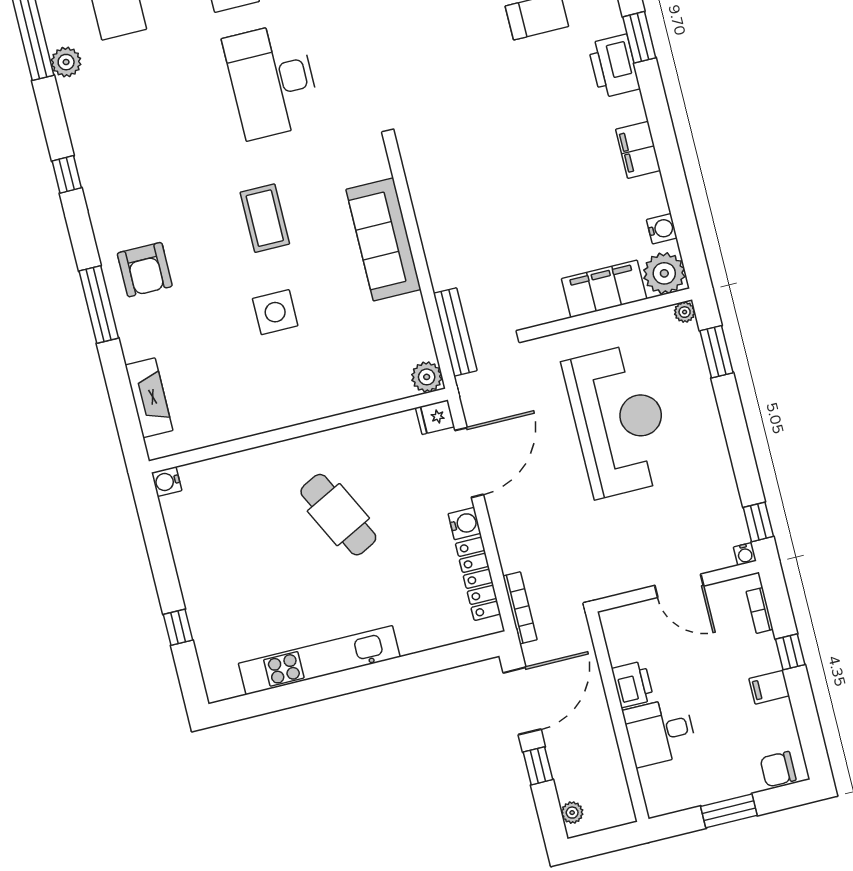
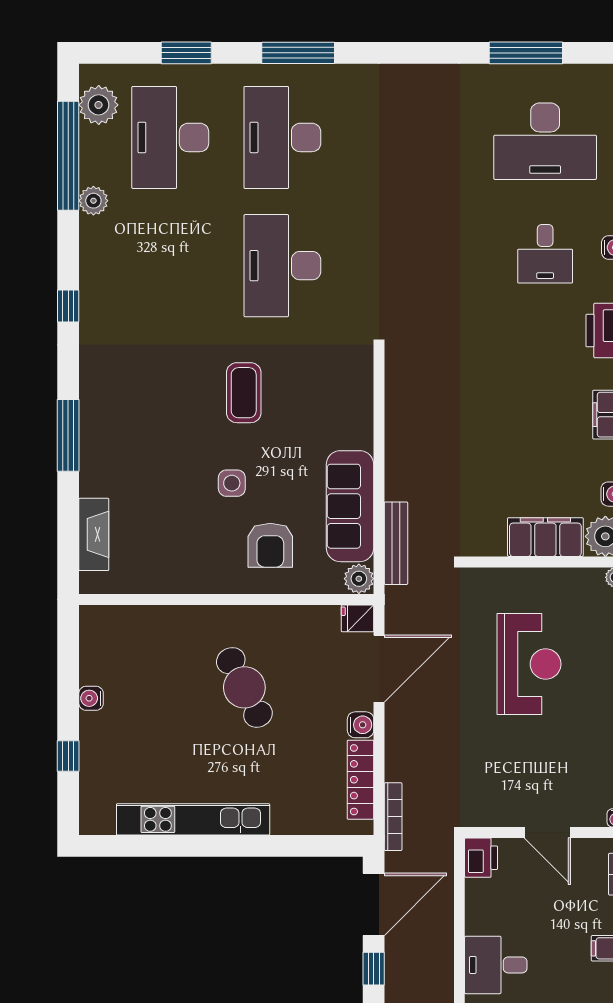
sofa: (383, 239) -> (350, 506), moved
armchair: (145, 270) -> (270, 545), moved
side table: (275, 312) -> (232, 483), width x0.73, depth x0.73
reception desk: (619, 421) -> (529, 664), width x0.74, depth x0.77
water cooler: (167, 482) -> (91, 698), moved
printer: (633, 684) -> (481, 858), moved

